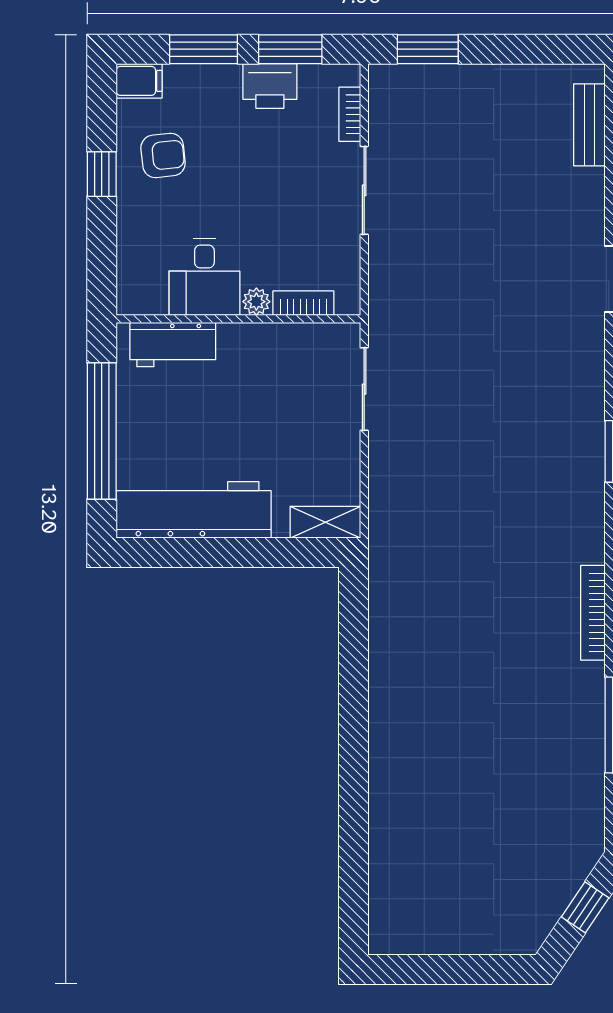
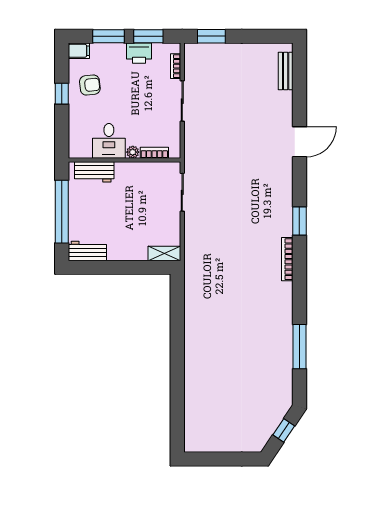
workbench: (194, 510) -> (87, 251), width x0.53, depth x0.76
bookcase: (593, 613) -> (287, 259), moved

